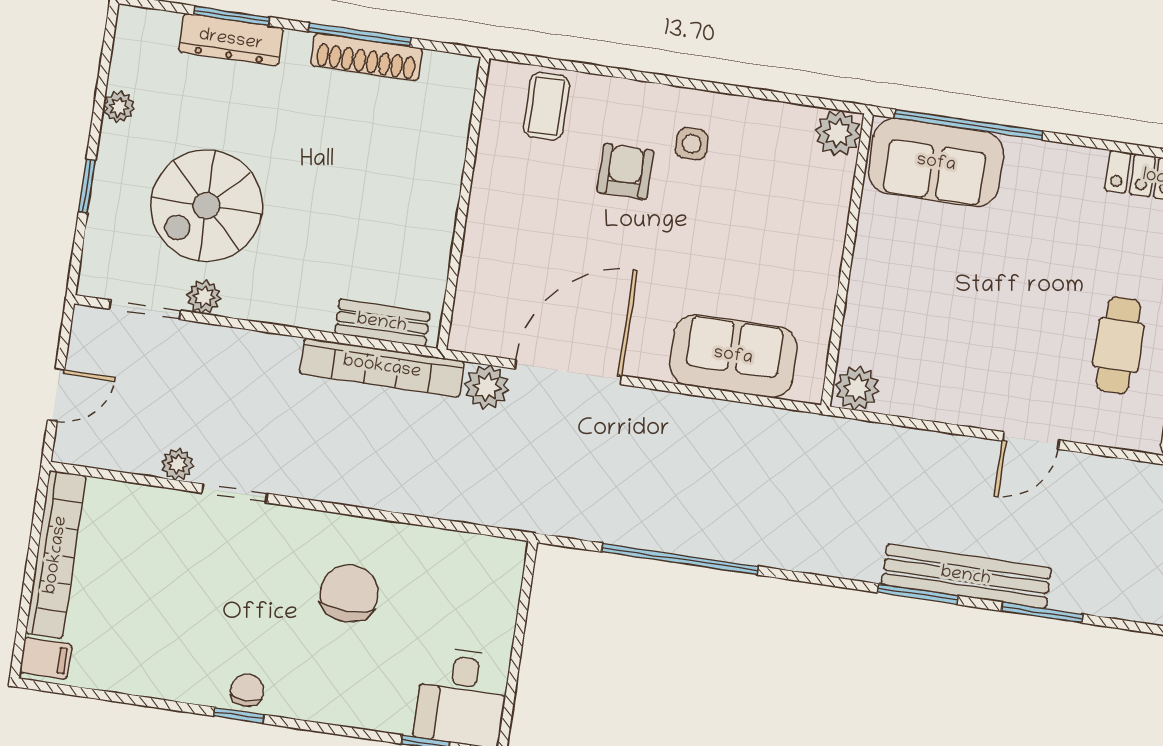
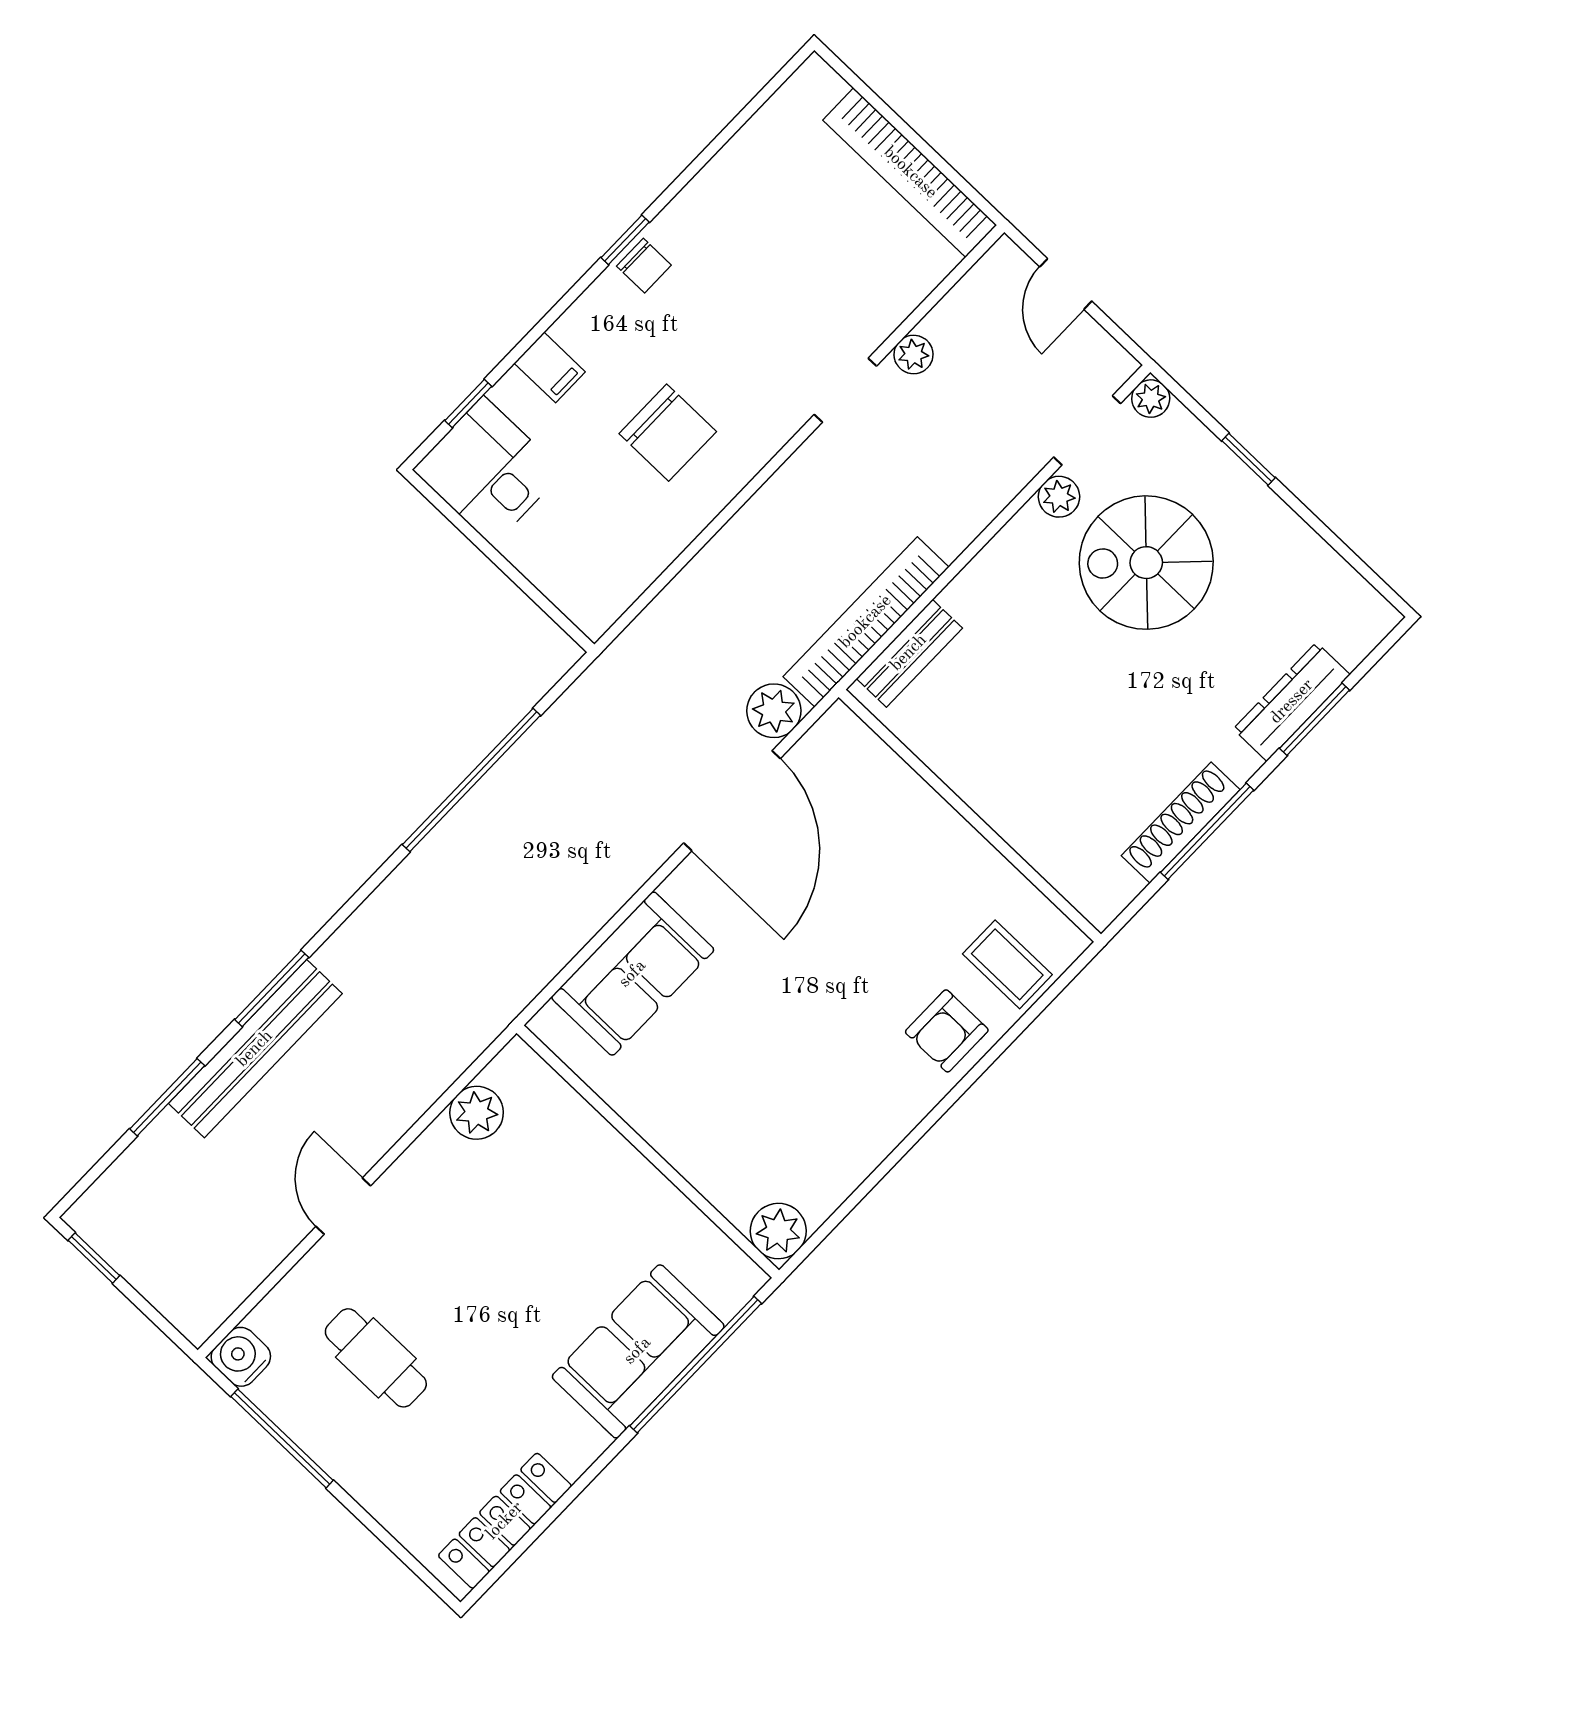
plant: (119, 107) -> (1151, 399), moved
side table: (692, 144) -> (870, 1080), removed
sofa: (936, 163) -> (638, 1351), moved
armchair: (625, 171) -> (947, 1031), moved, turned 90
spiral stairs: (207, 206) -> (1146, 563), turned -90
plant: (857, 388) -> (477, 1113), moved
filing cabinet: (46, 658) -> (550, 367), moved, turned -90

